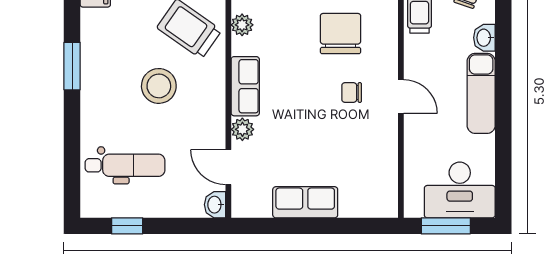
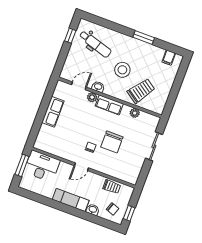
chair: (341, 34) -> (112, 142), moved, turned 90
dental chair: (125, 165) -> (95, 44), turned -73
desk: (460, 190) -> (42, 166), moved, turned 90
washbasin: (215, 205) -> (98, 87), moved

